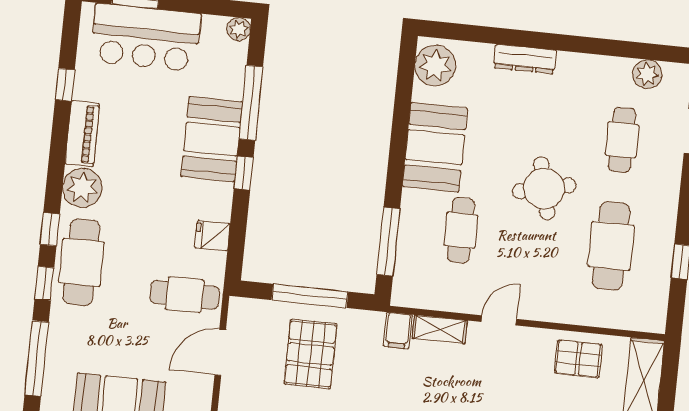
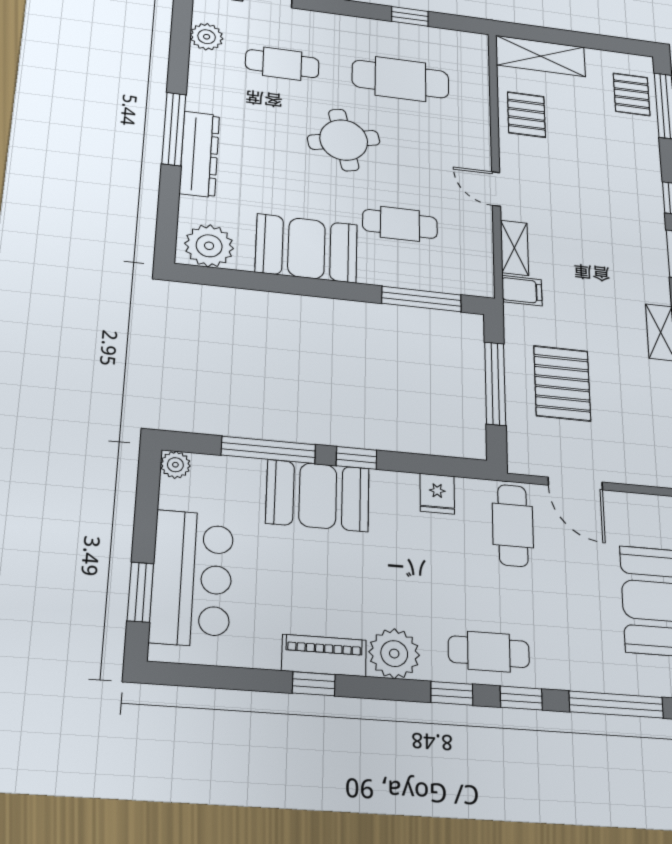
window: (549, 41) -> (174, 129), added
dresser: (525, 59) -> (199, 154), width x1.37, depth x1.24
window: (65, 85) -> (314, 684), moved
cafe table: (81, 262) -> (489, 652), width x0.73, depth x0.74
pallet: (311, 354) -> (562, 383), turned 90

